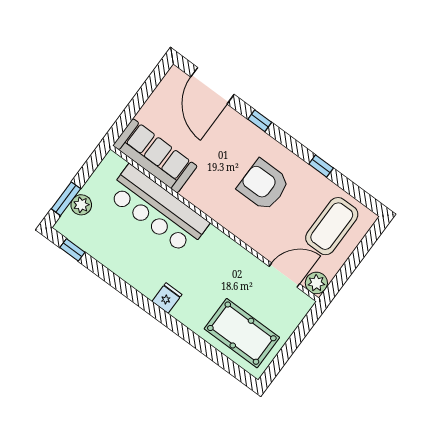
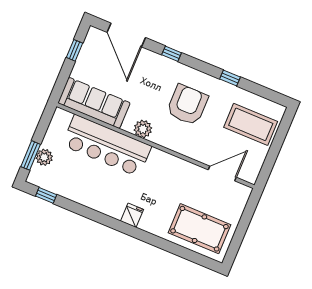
window: (147, 89) -> (74, 50), added
armchair: (264, 185) -> (187, 105), turned 90
coffee table: (332, 226) -> (251, 124), turned 90
plant: (316, 283) -> (143, 129), moved

